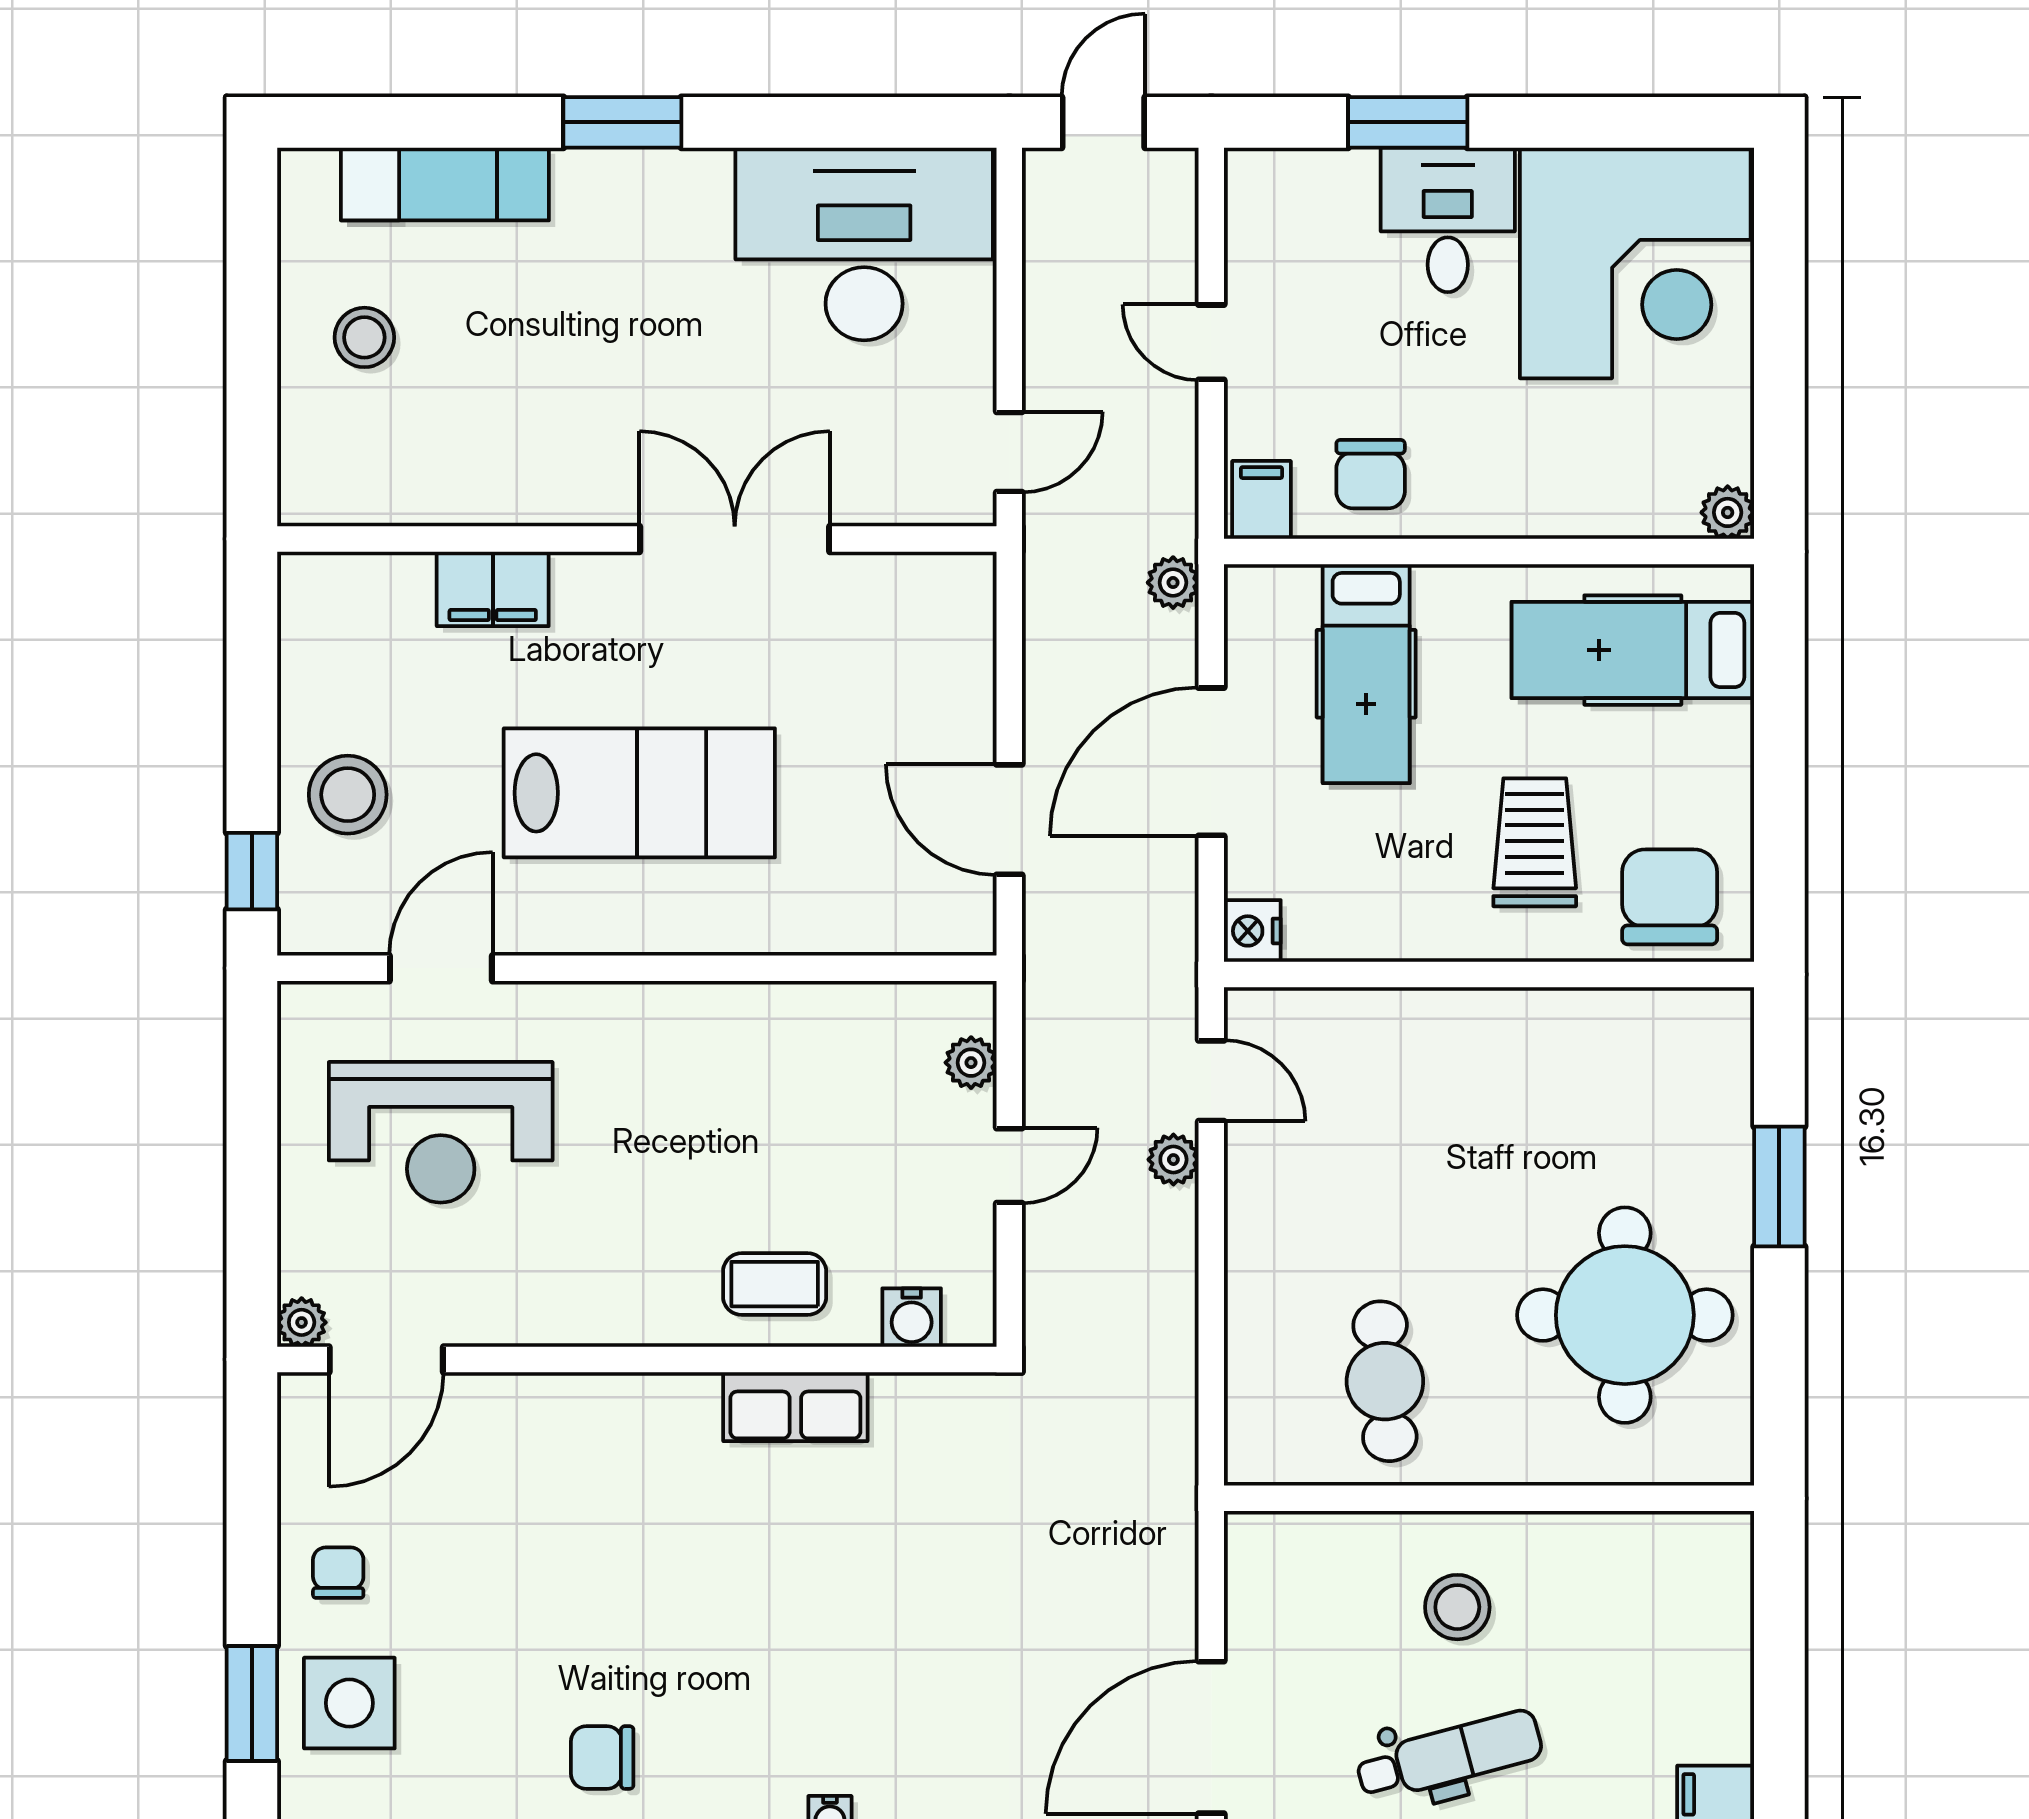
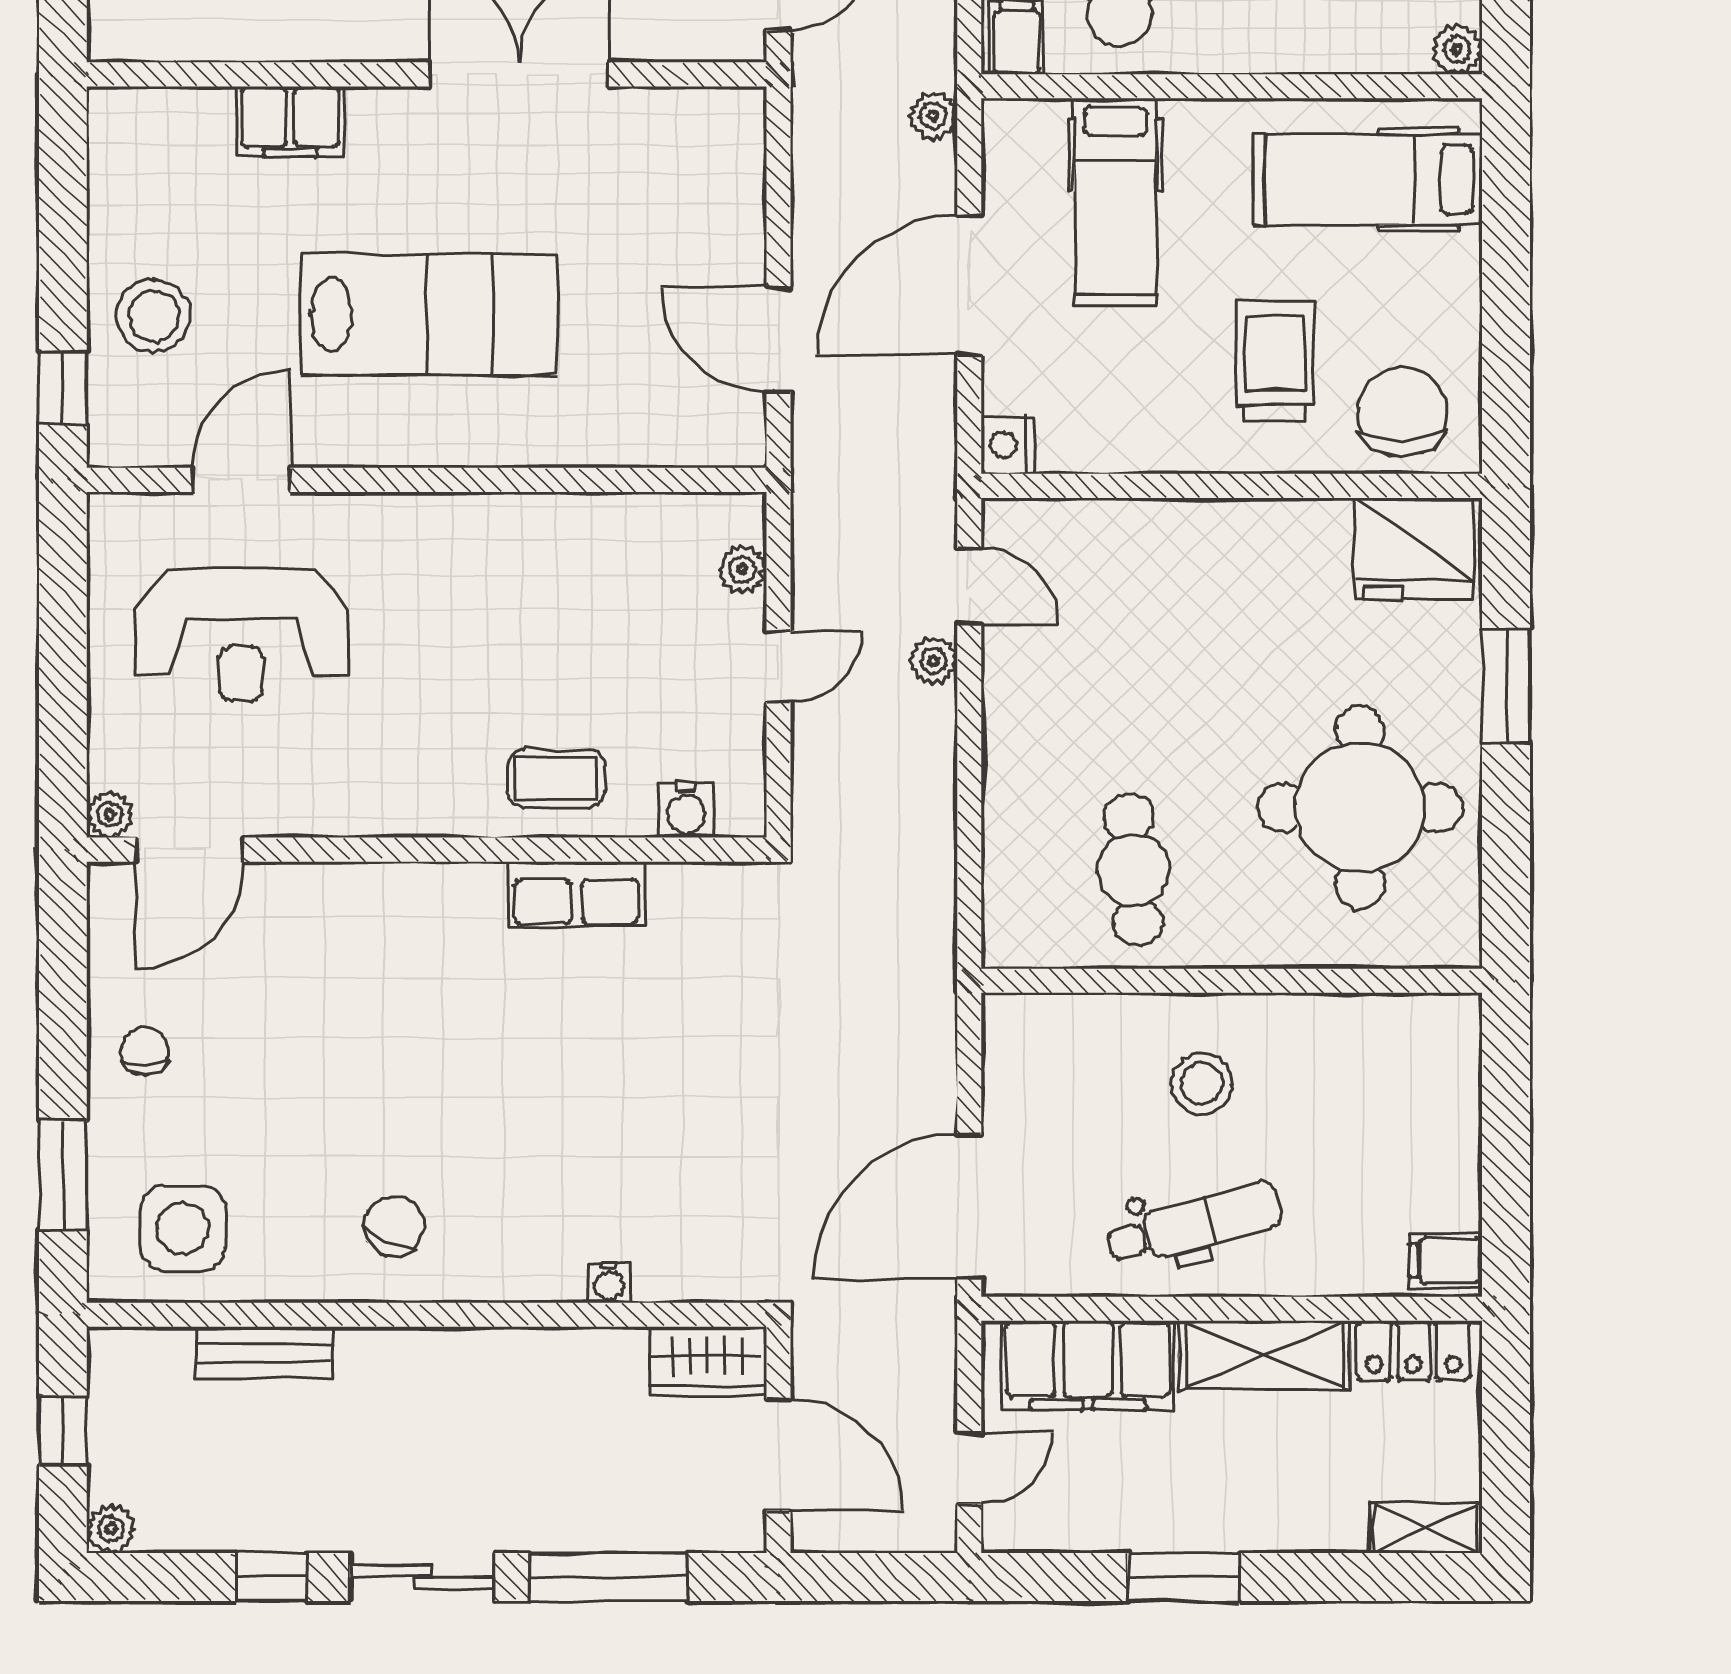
fridge: (1682, 1040) -> (1414, 548), added
side table: (349, 1703) -> (183, 1229), moved
chair: (602, 1757) -> (394, 1226), turned 114

